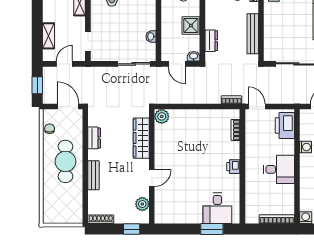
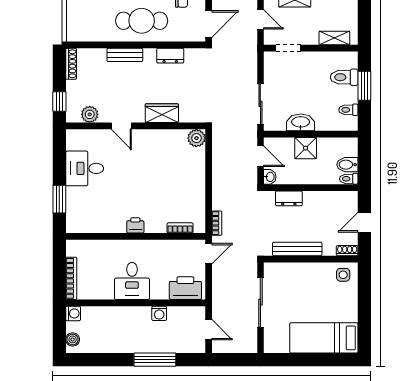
shower: (191, 25) -> (306, 148), moved
washbasin: (151, 36) -> (301, 122), width x1.91, depth x1.45
door: (177, 64) -> (260, 156), swing flipped
wardrobe: (141, 138) -> (162, 113), width x0.67
desk: (217, 208) -> (85, 168), moved

